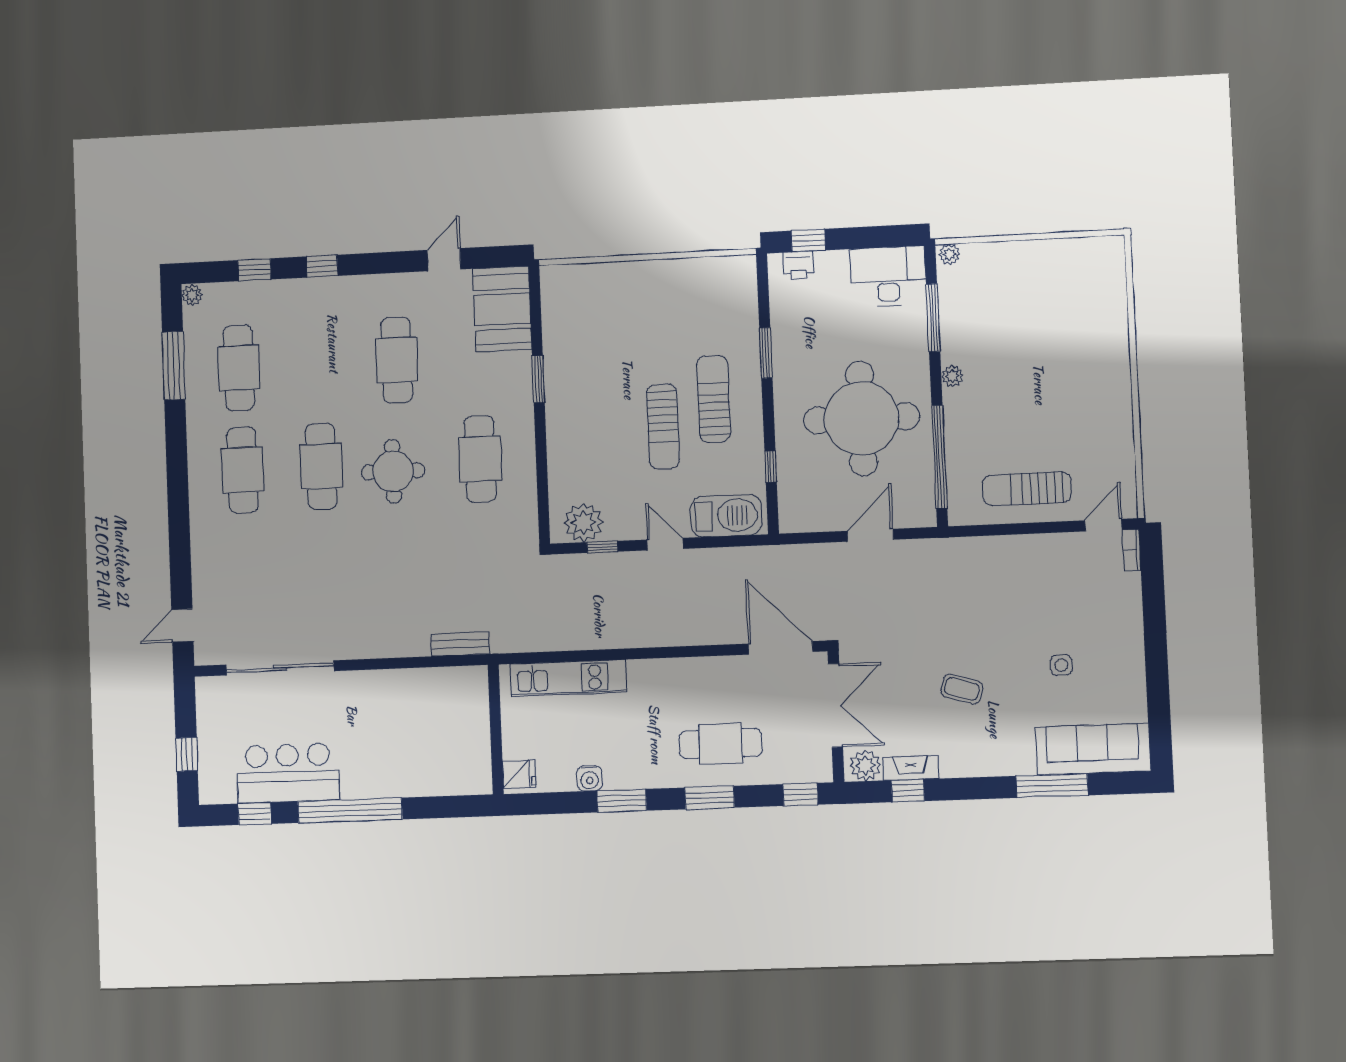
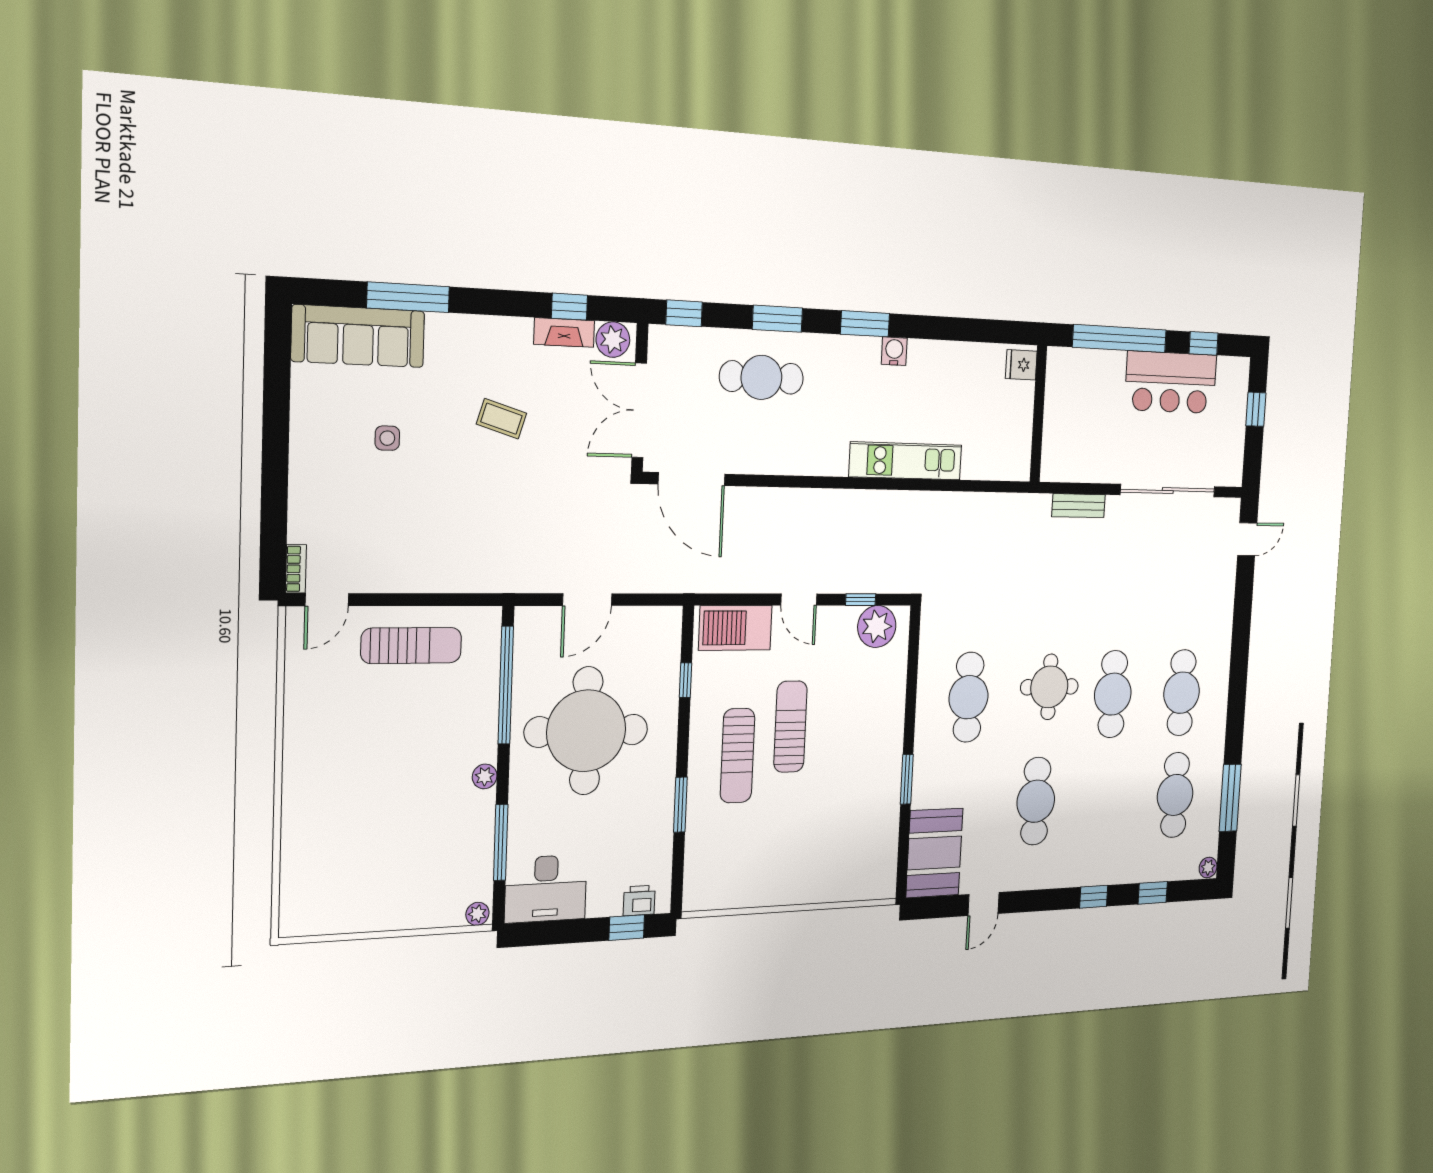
bench: (460, 644) -> (1079, 506), moved
wall: (496, 729) -> (1038, 414), moved
fridge: (519, 774) -> (1021, 365), moved

